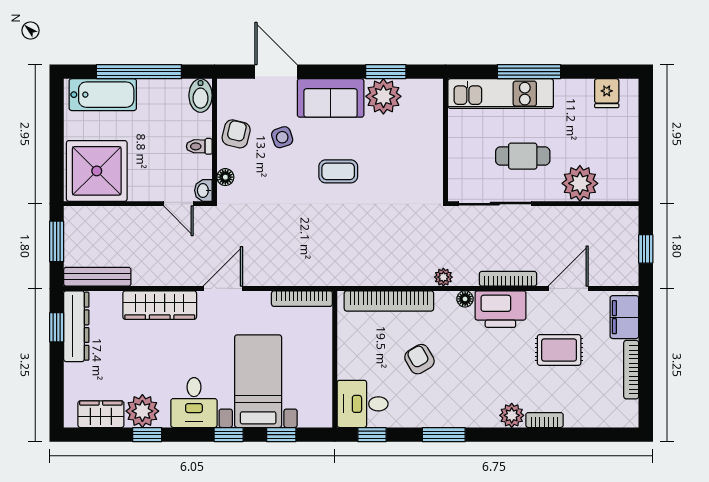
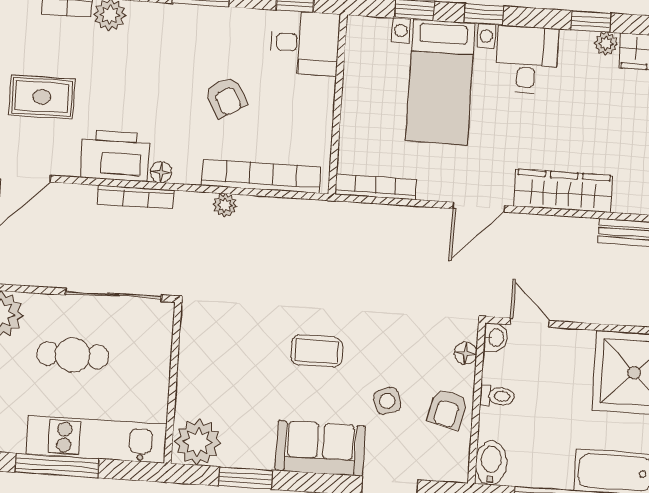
plant: (383, 96) -> (198, 442), moved
plant: (443, 277) -> (225, 205), moved
bookcase: (508, 279) -> (136, 197), moved
plant: (142, 411) -> (606, 43), width x0.53, depth x0.53

